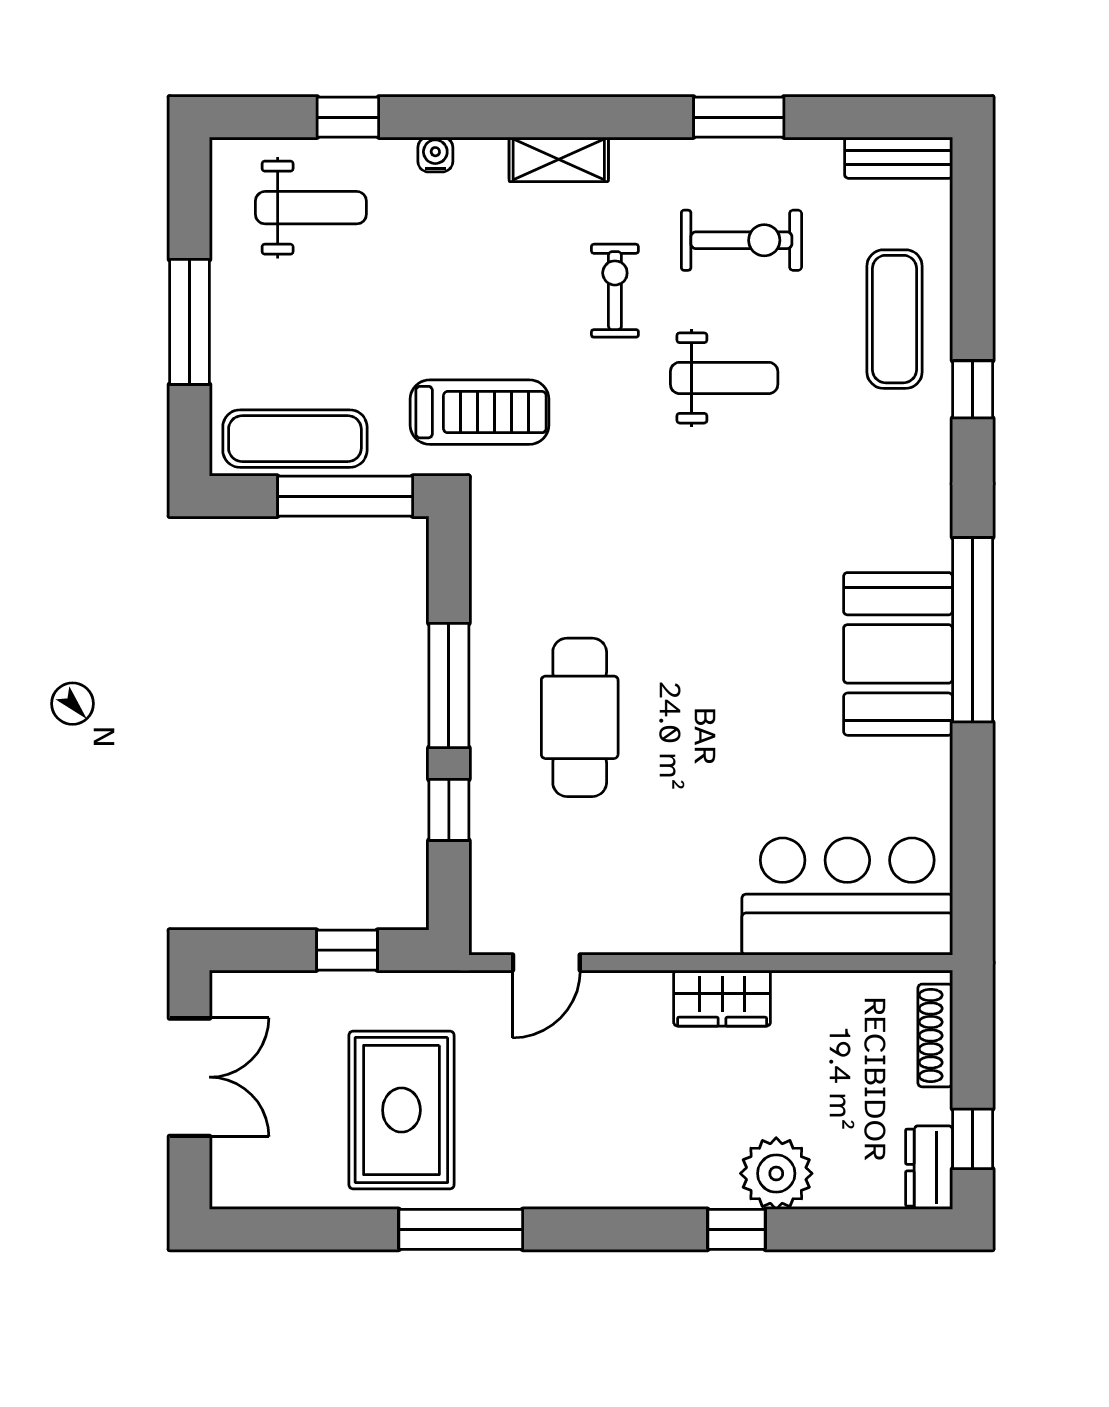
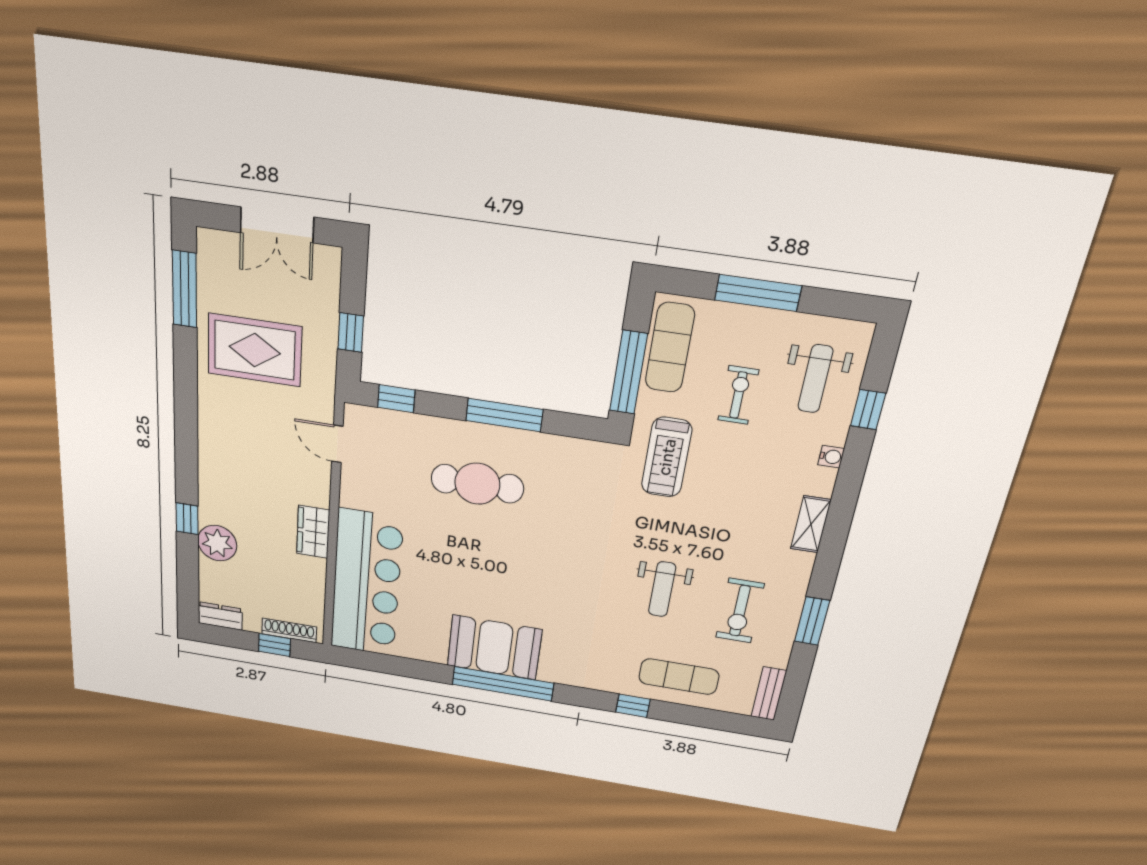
exercise bike: (615, 291) -> (738, 395), moved, turned -90
window: (449, 810) -> (396, 399), moved
bar counter: (847, 896) -> (366, 583), width x1.36
window: (973, 1139) -> (274, 645), moved
window: (461, 1229) -> (184, 289), moved

